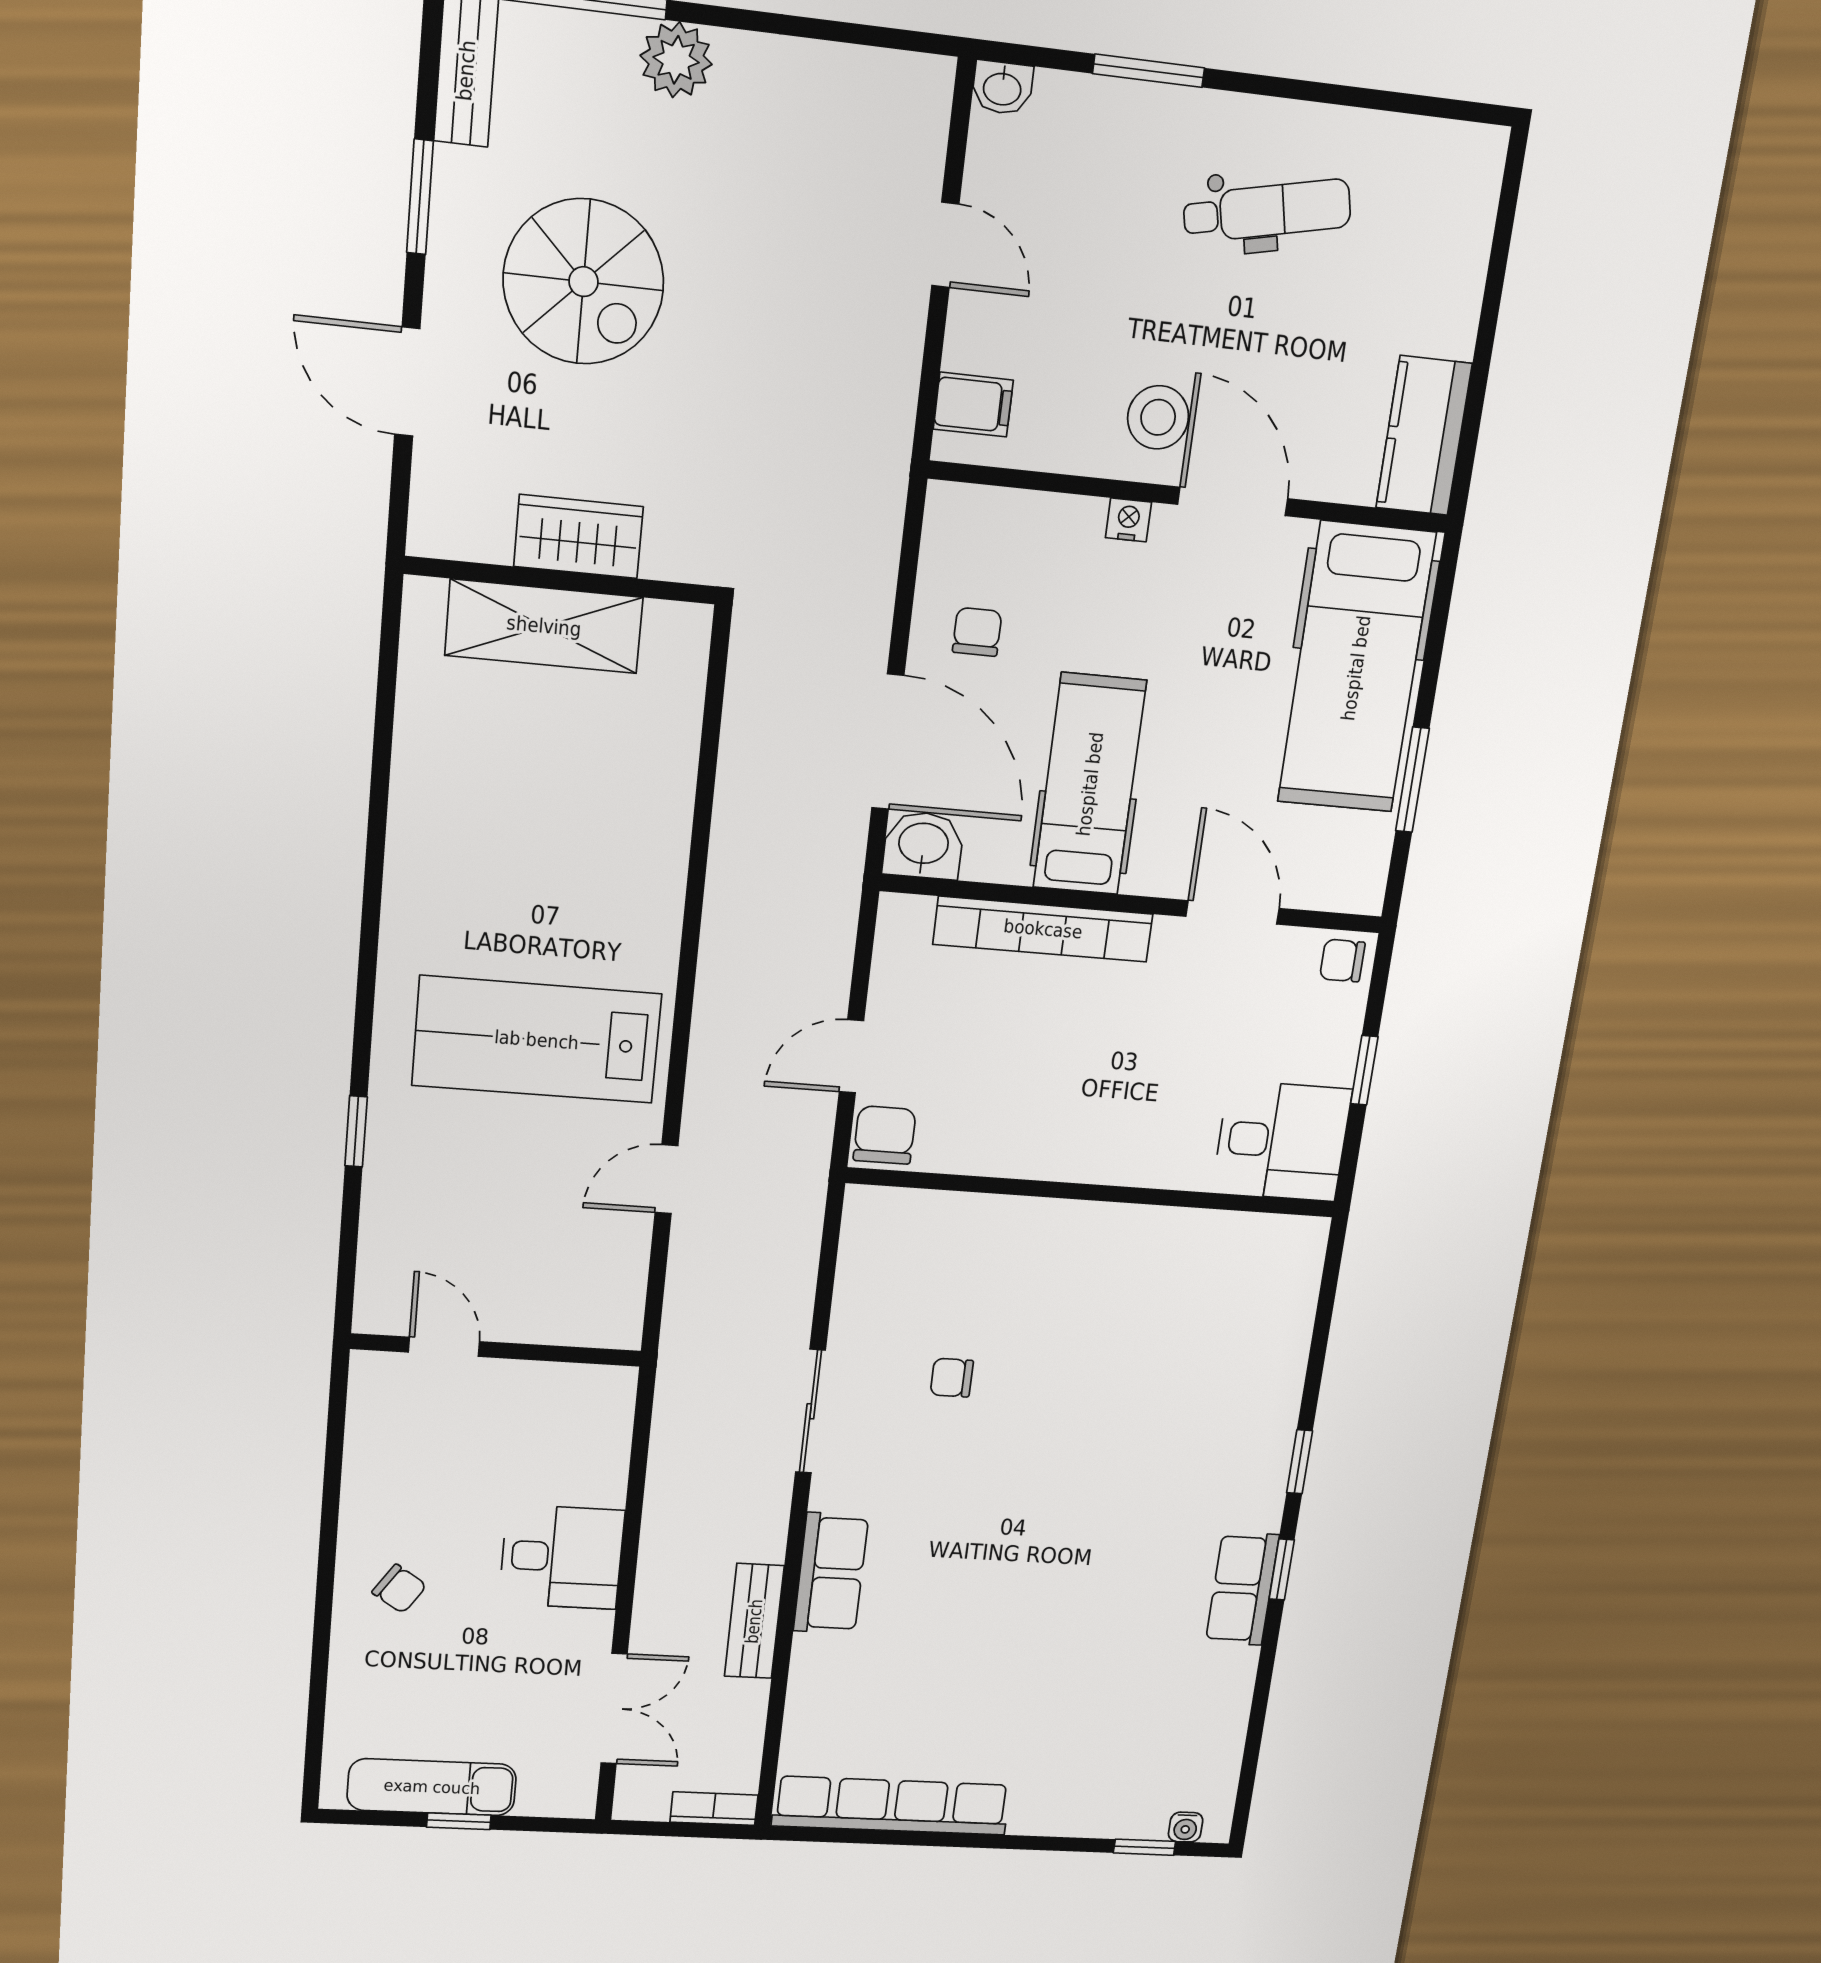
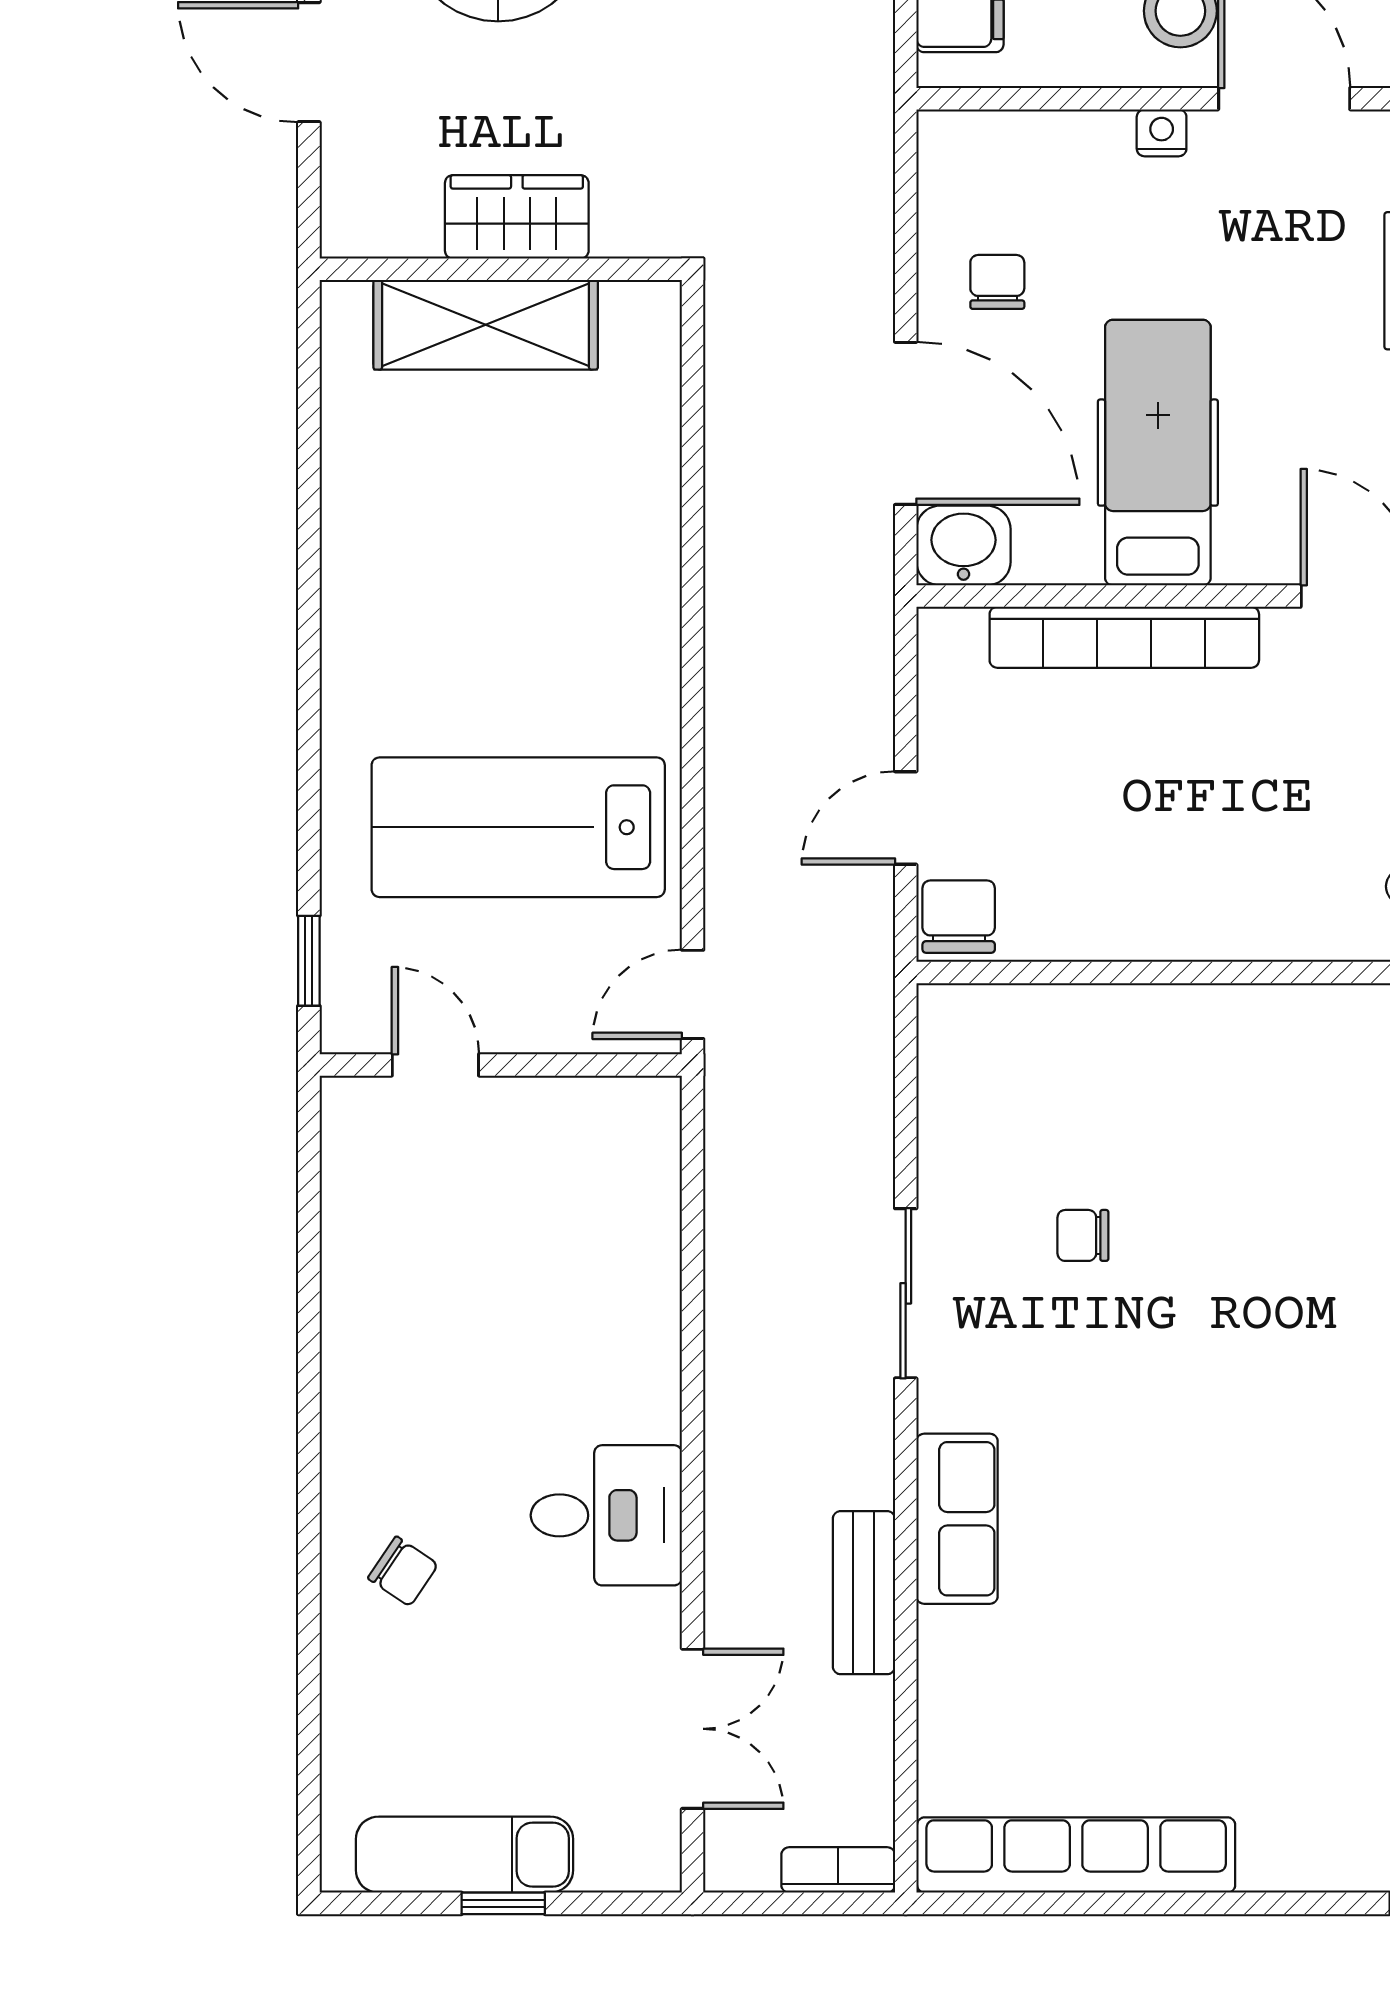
door: (444, 1347) -> (435, 1065), moved
wall: (496, 1350) -> (501, 1065), moved

